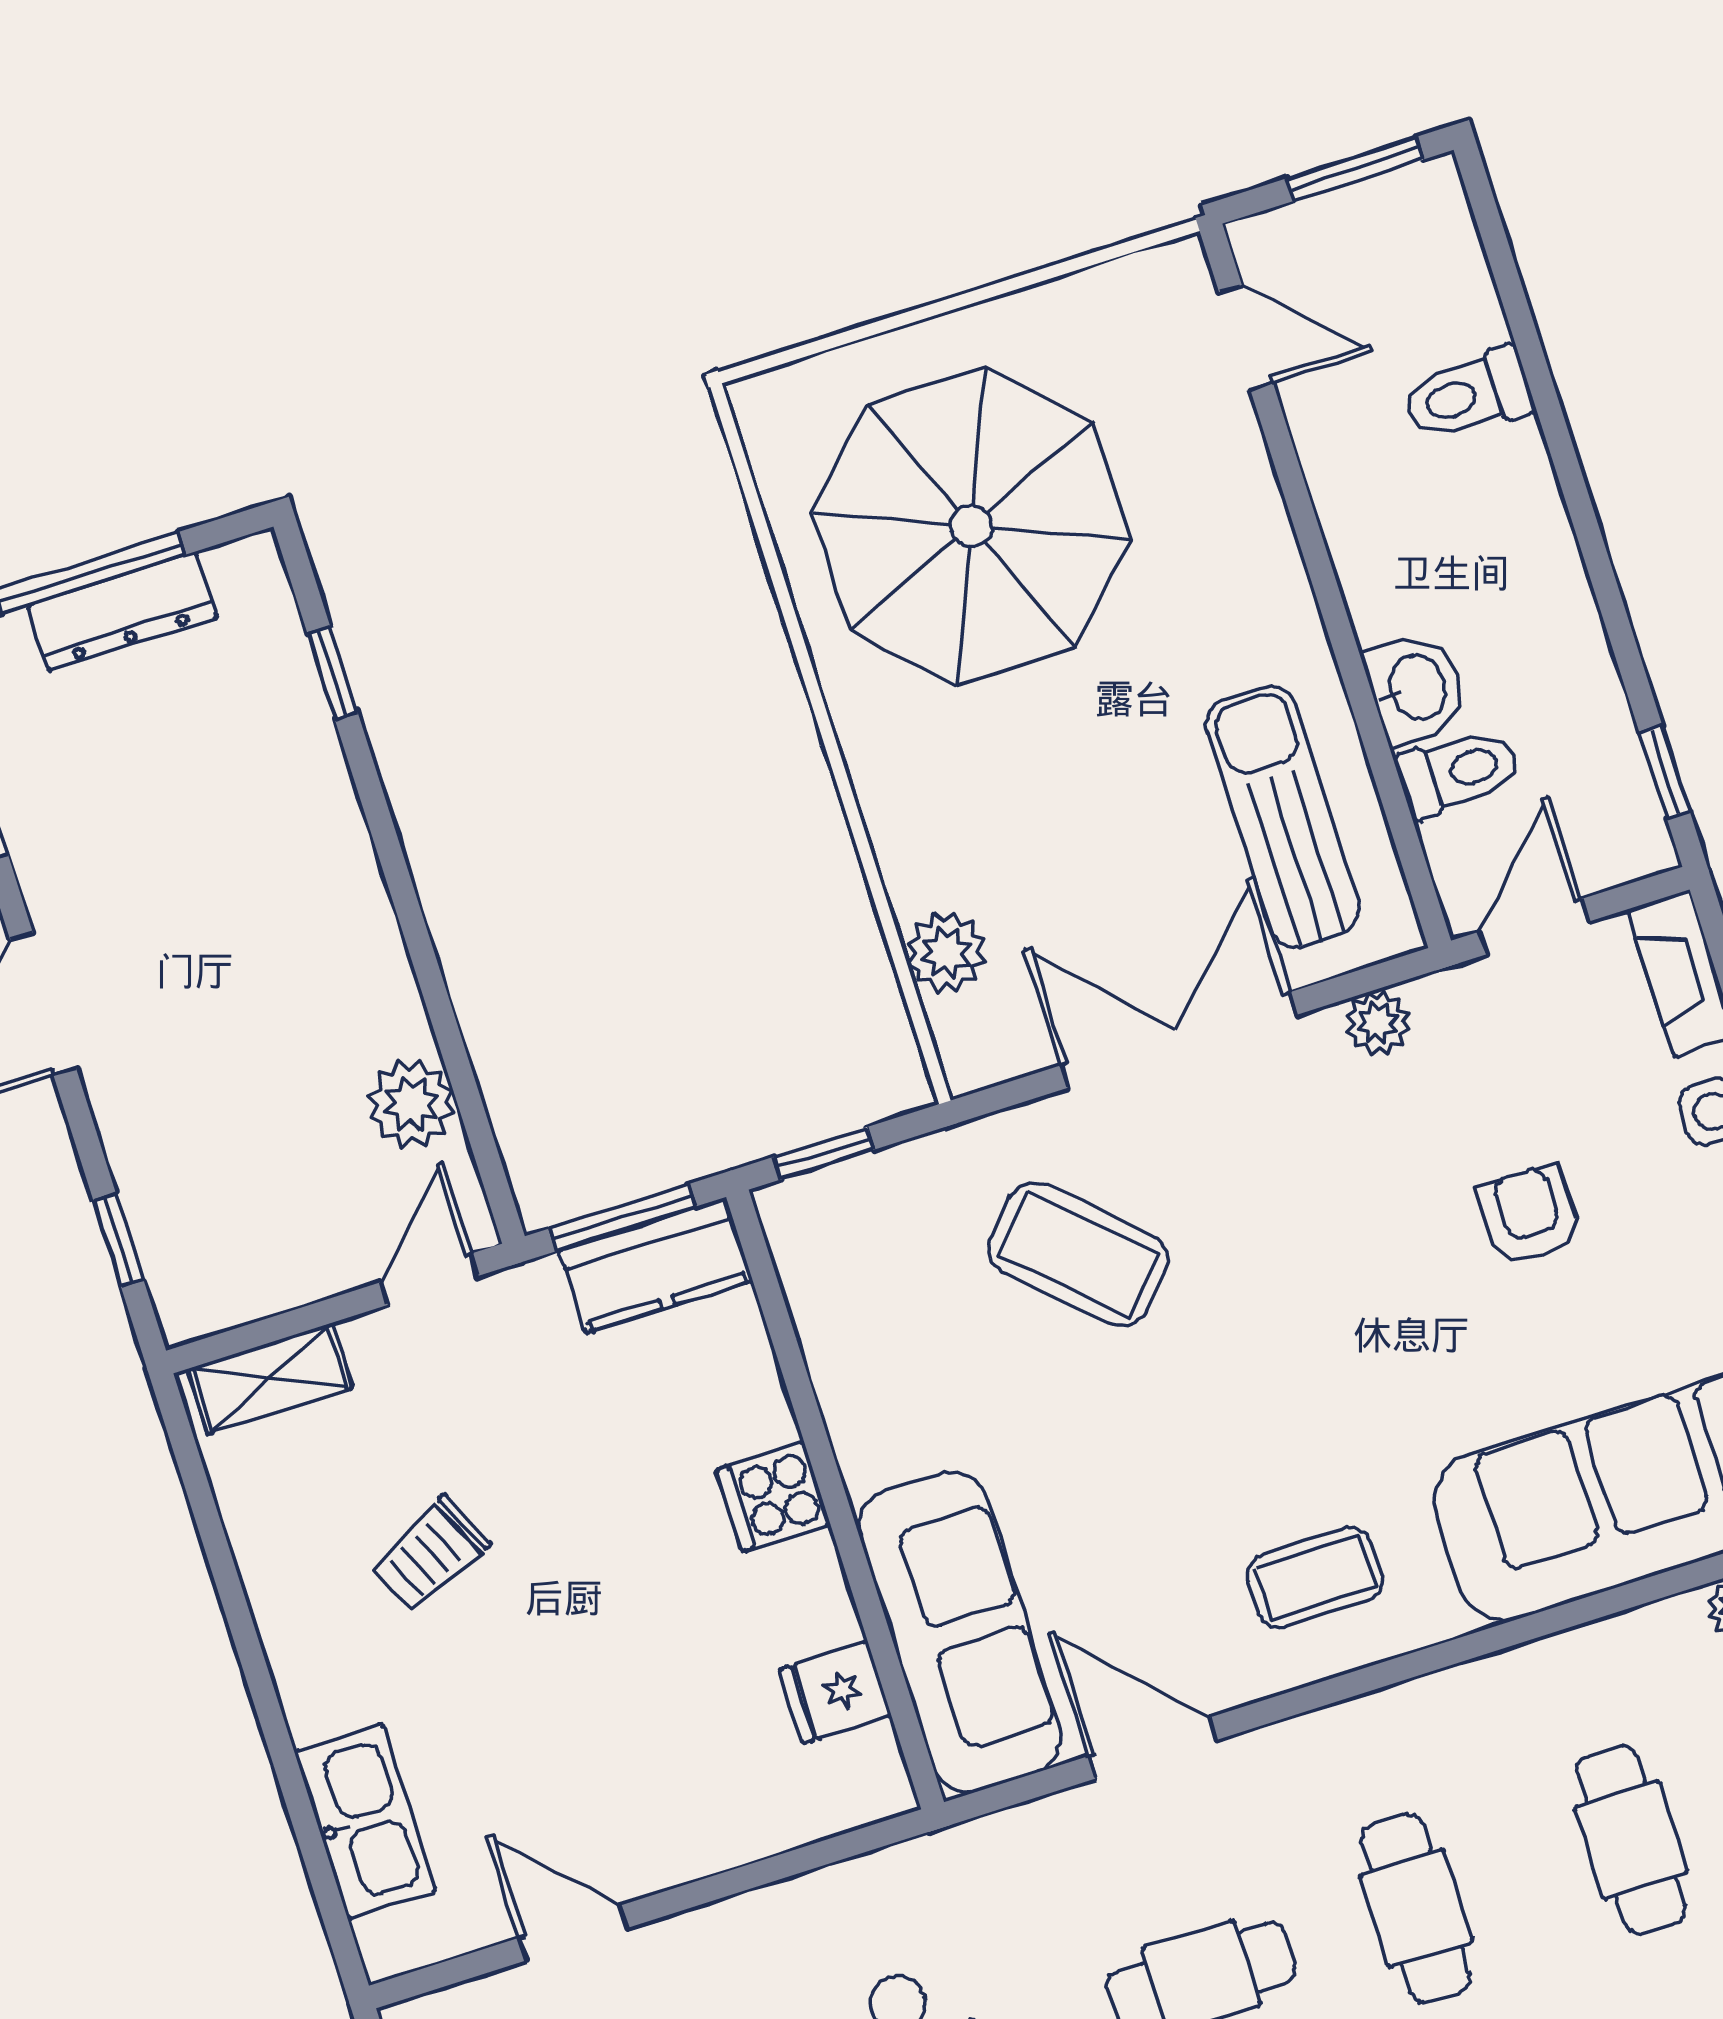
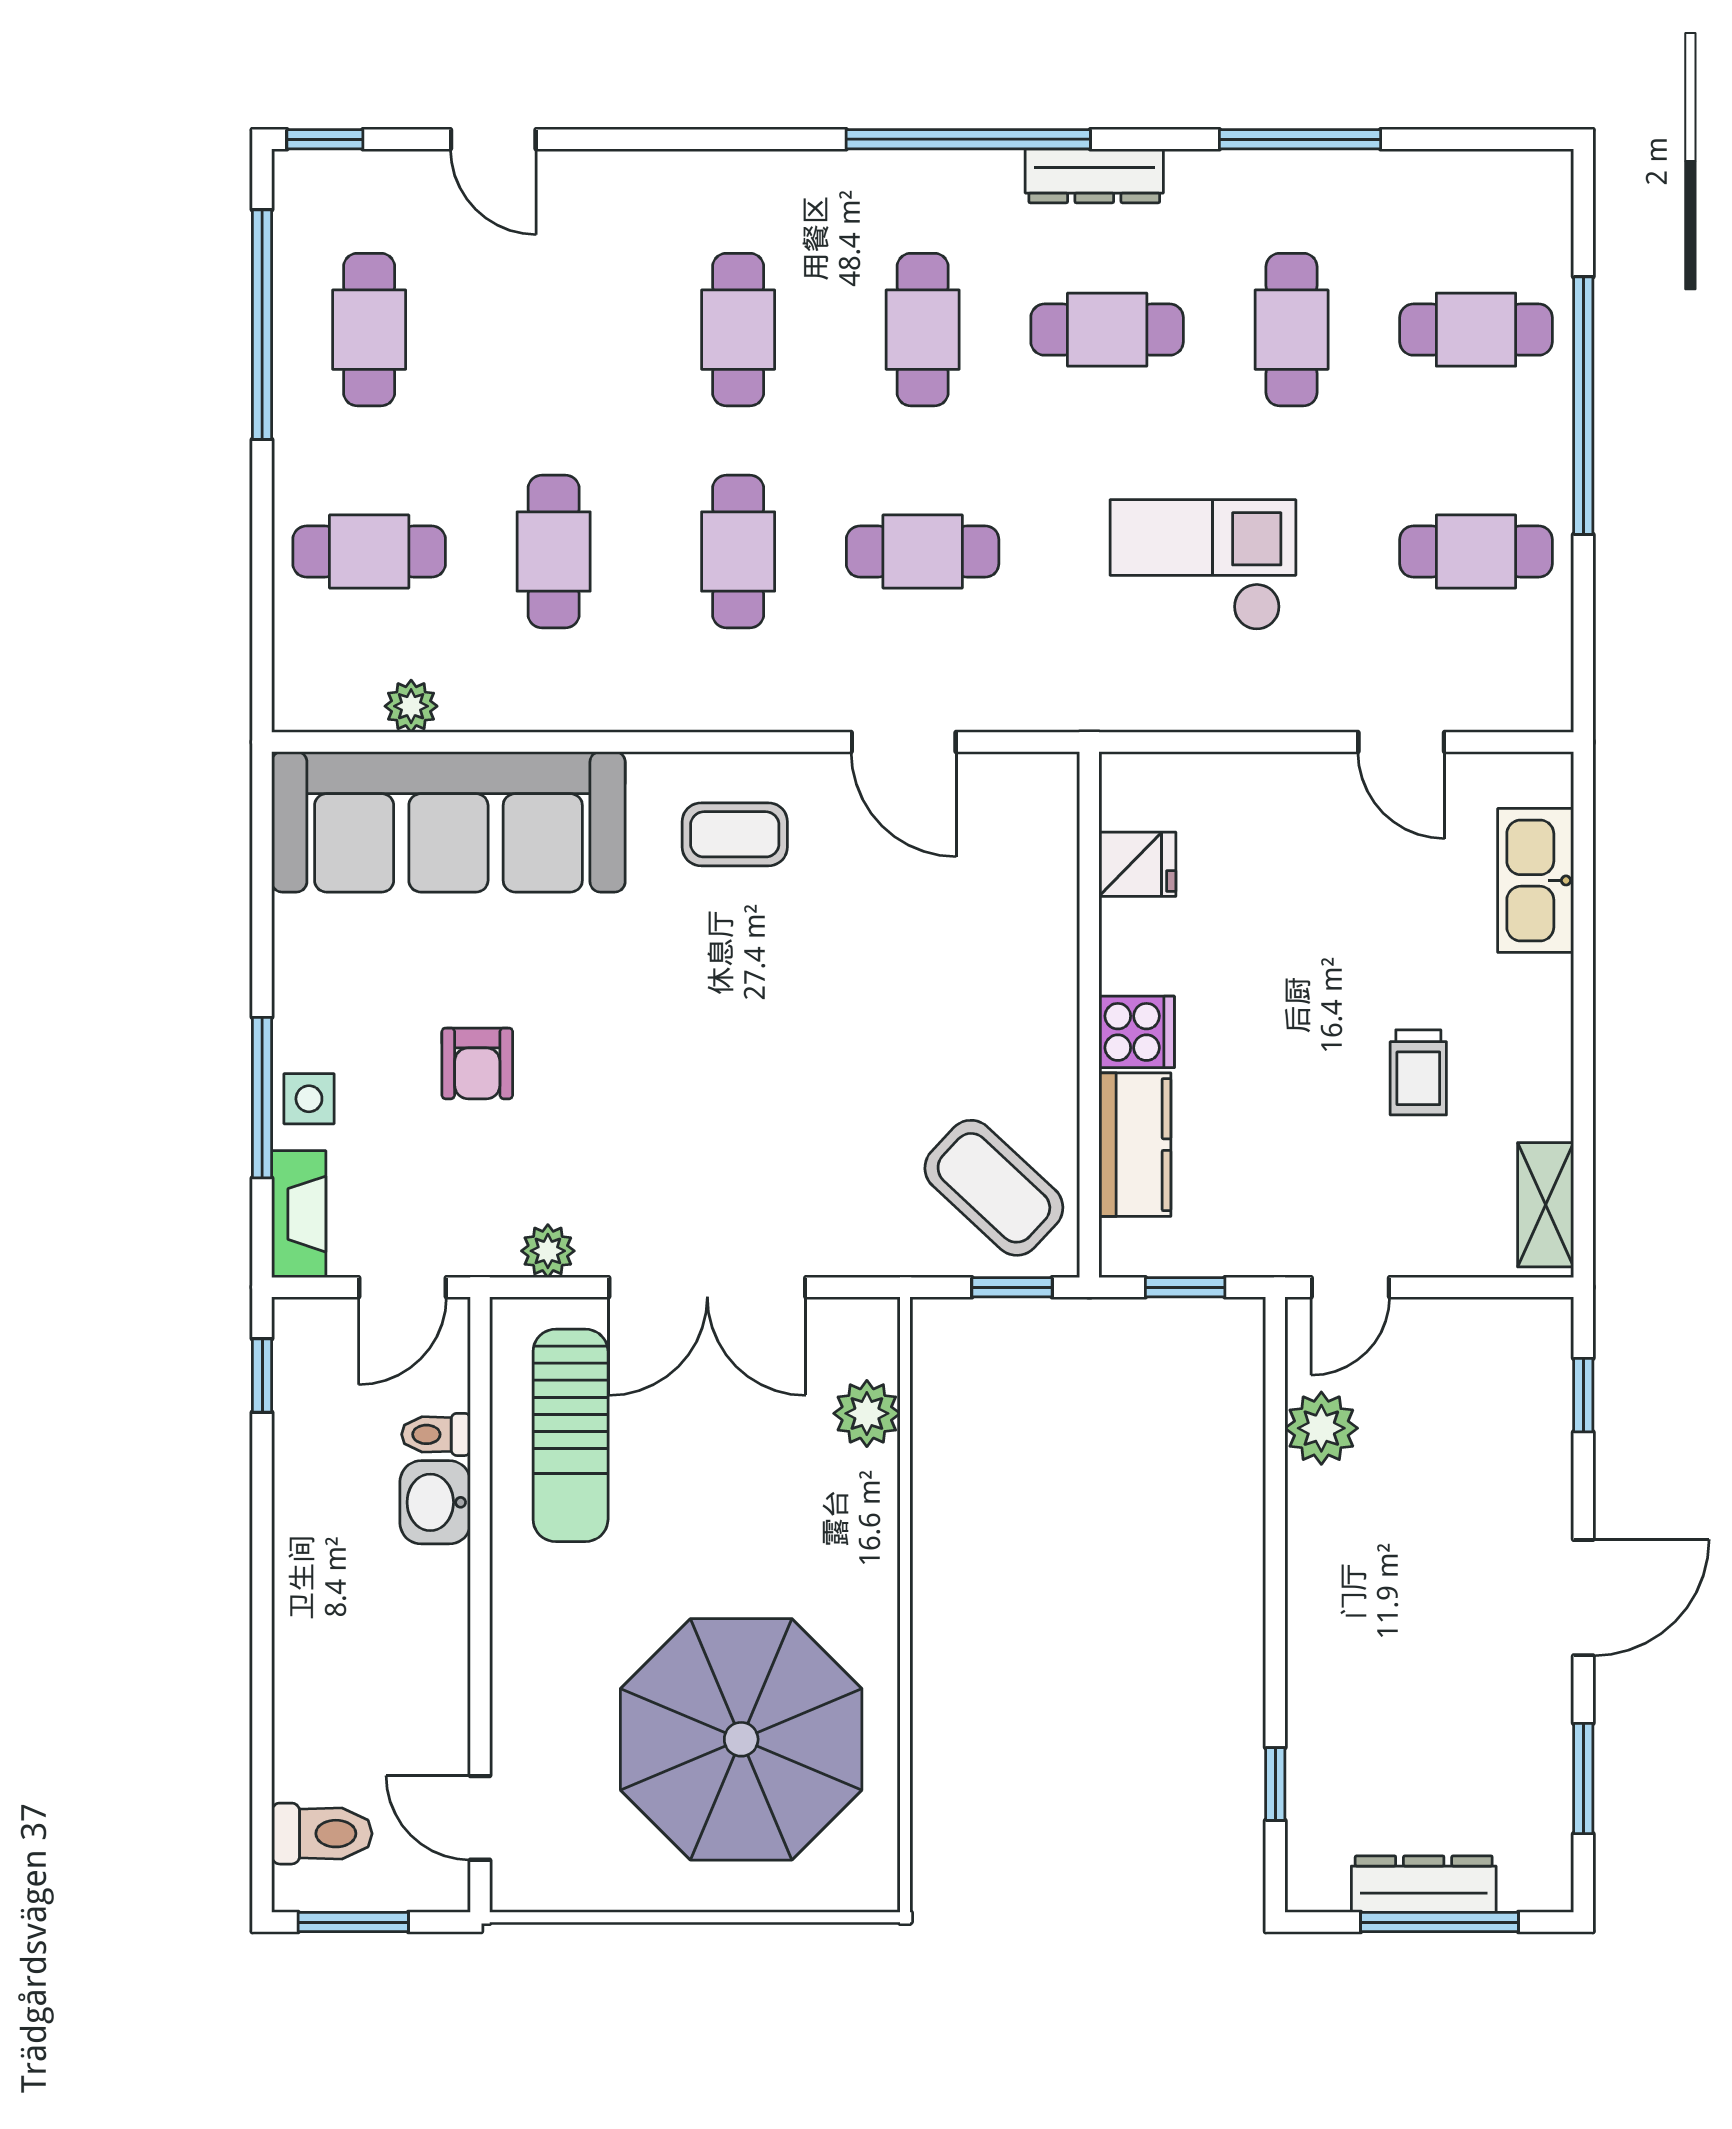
toilet: (1468, 395) -> (322, 1834), moved
toilet: (1458, 772) -> (436, 1434), width x0.73, depth x0.72
window: (622, 1218) -> (1185, 1287), width x0.67
coffee table: (1078, 1254) -> (994, 1188), moved
kitchen counter: (656, 1265) -> (1135, 1145), moved, turned 90
shelving: (270, 1378) -> (1546, 1205), moved, turned 90
trolley: (430, 1555) -> (1418, 1072), turned 116
sofa: (960, 1632) -> (1025, 880), removed

